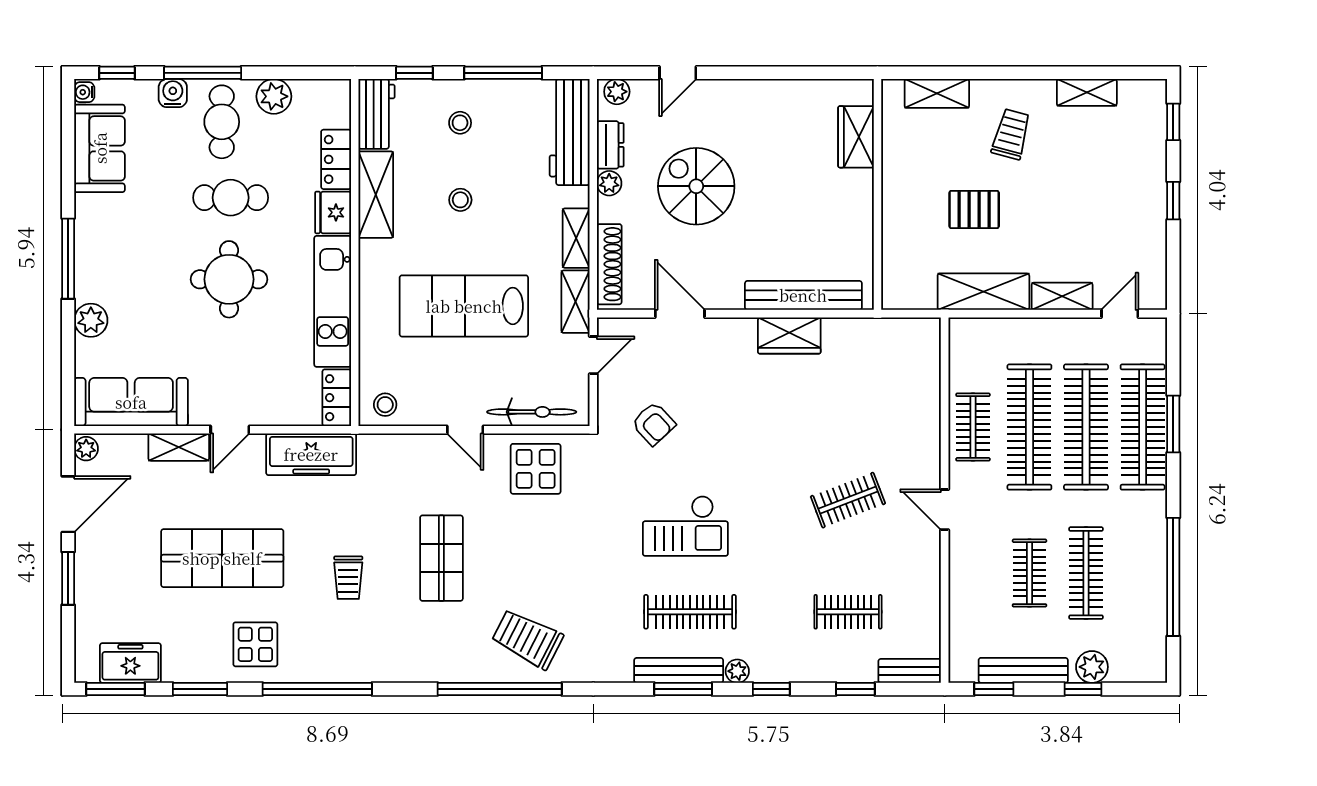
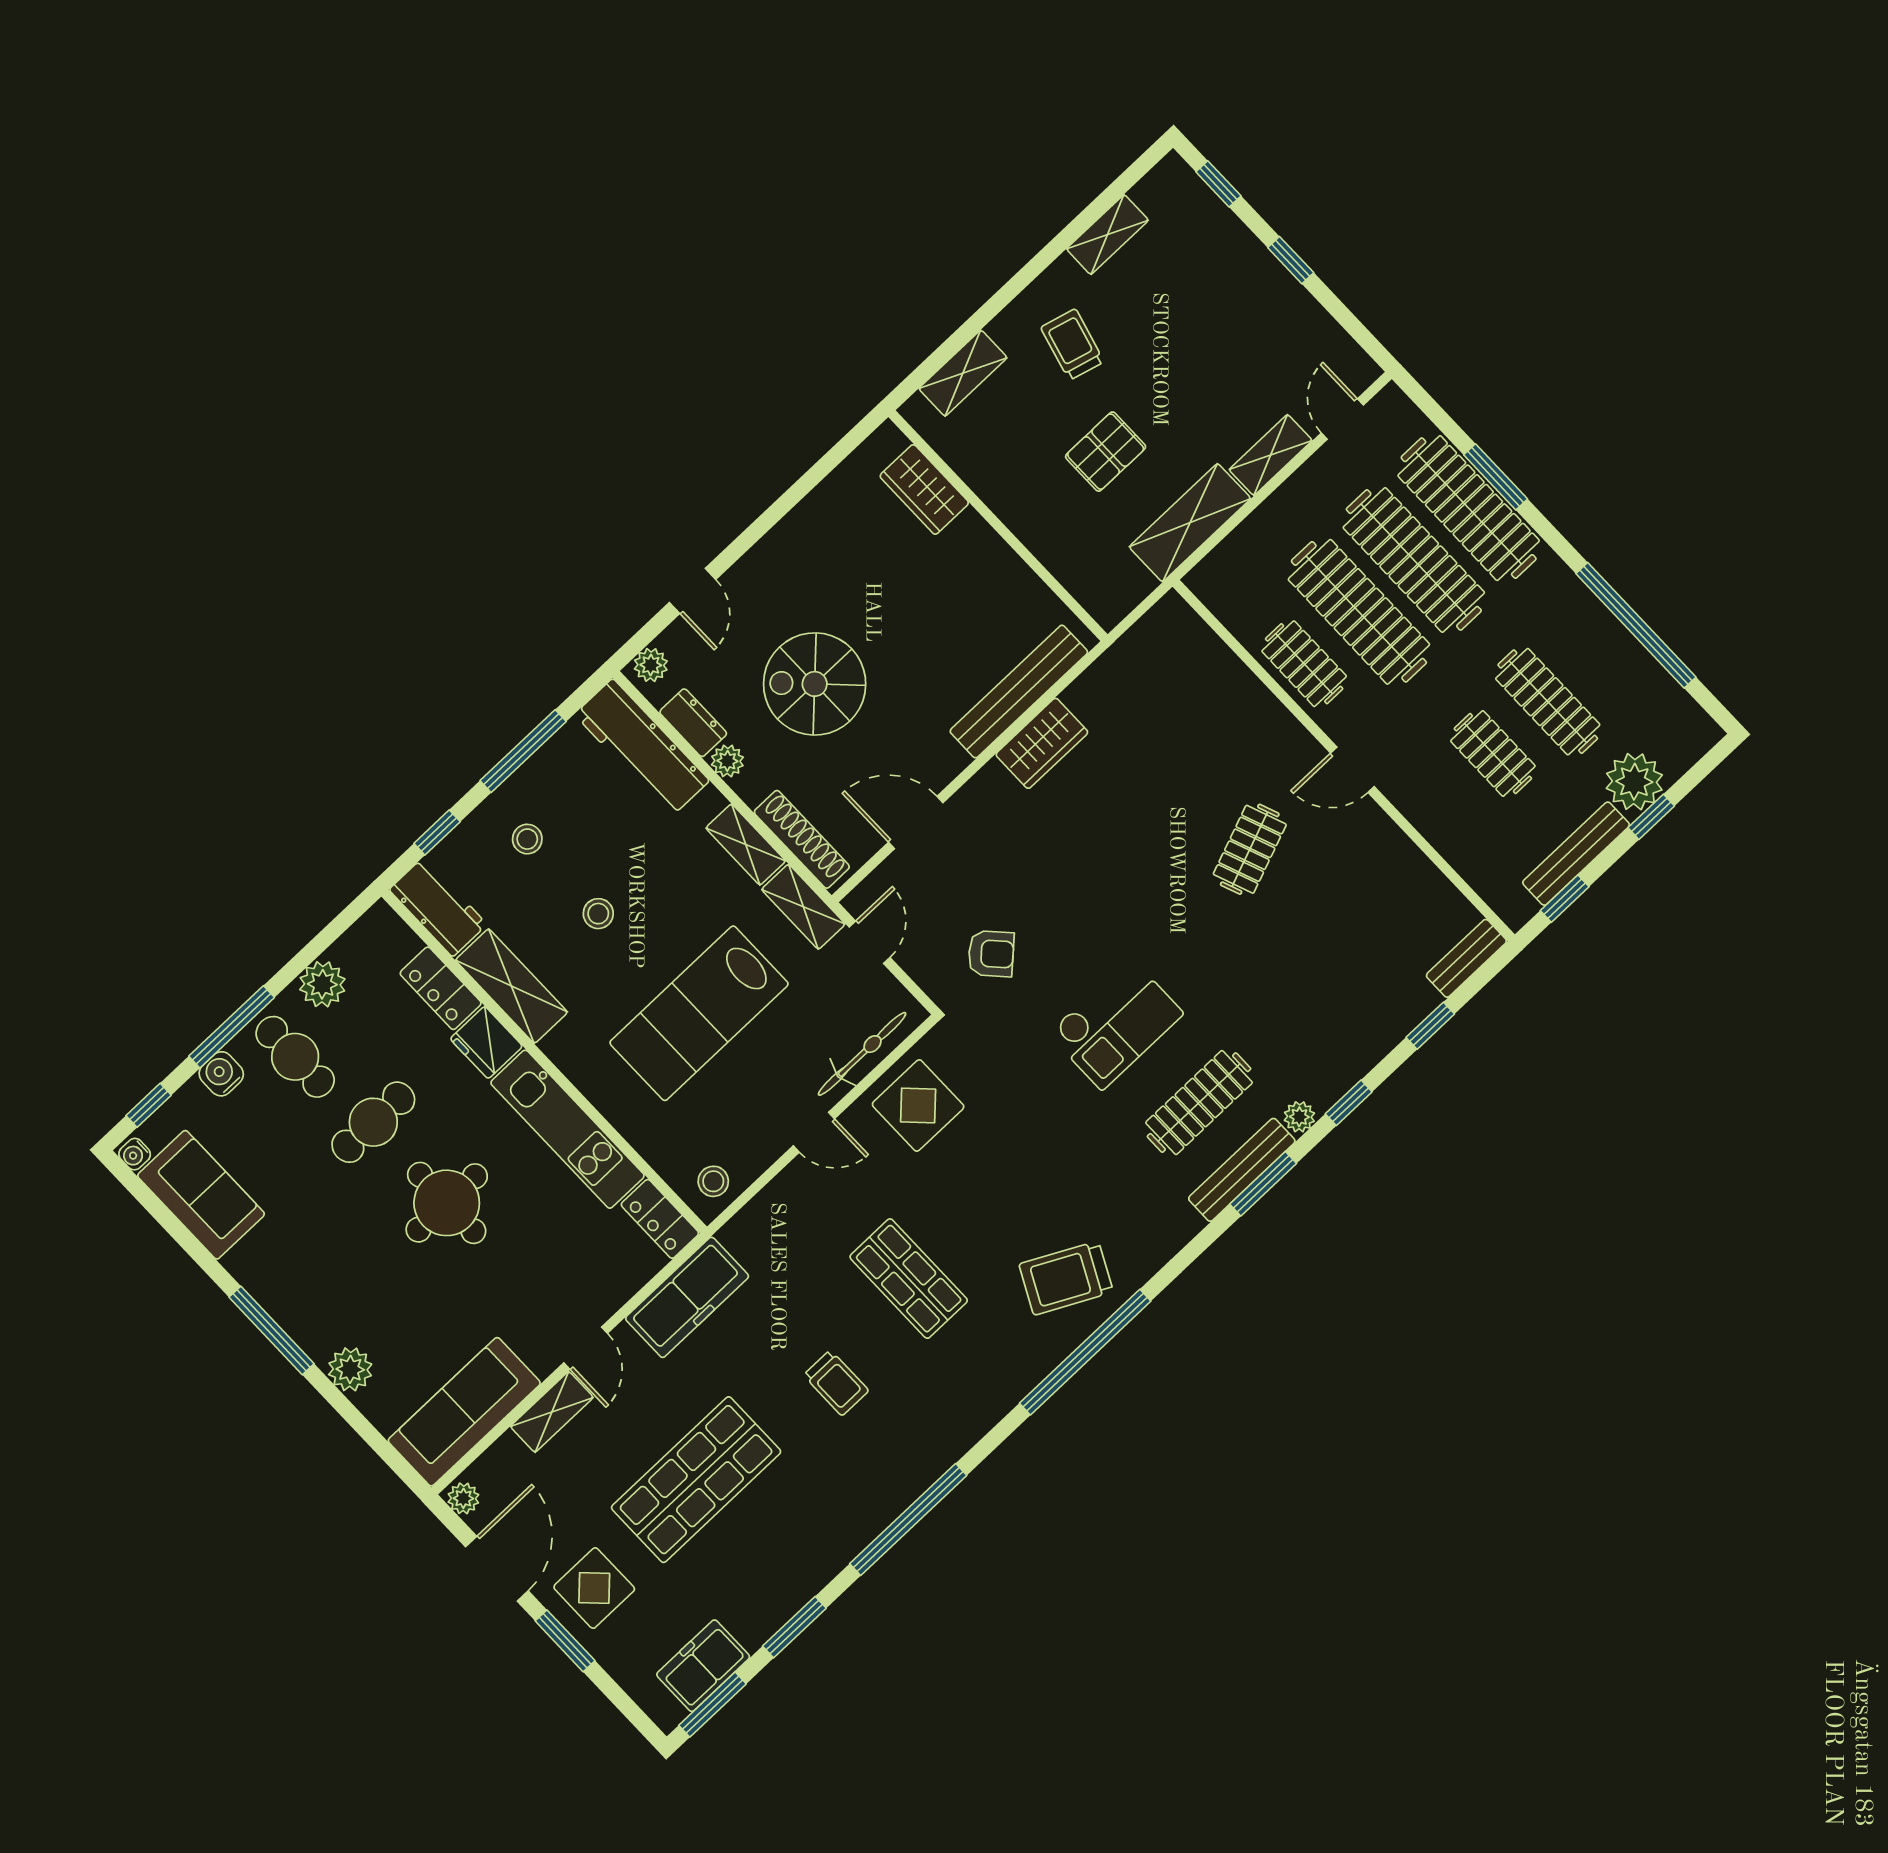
clothes rail: (848, 612) -> (1352, 958), removed
display table: (255, 644) -> (594, 1588), moved
plant: (1092, 667) -> (1634, 782), width x1.36, depth x1.36

